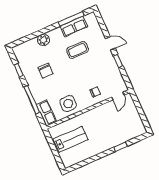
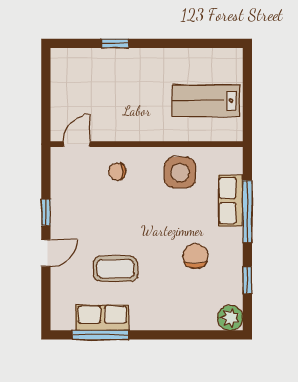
plant: (43, 40) -> (230, 318), moved
door: (110, 43) -> (46, 253), swing flipped
row of seats: (46, 113) -> (231, 201), moved

